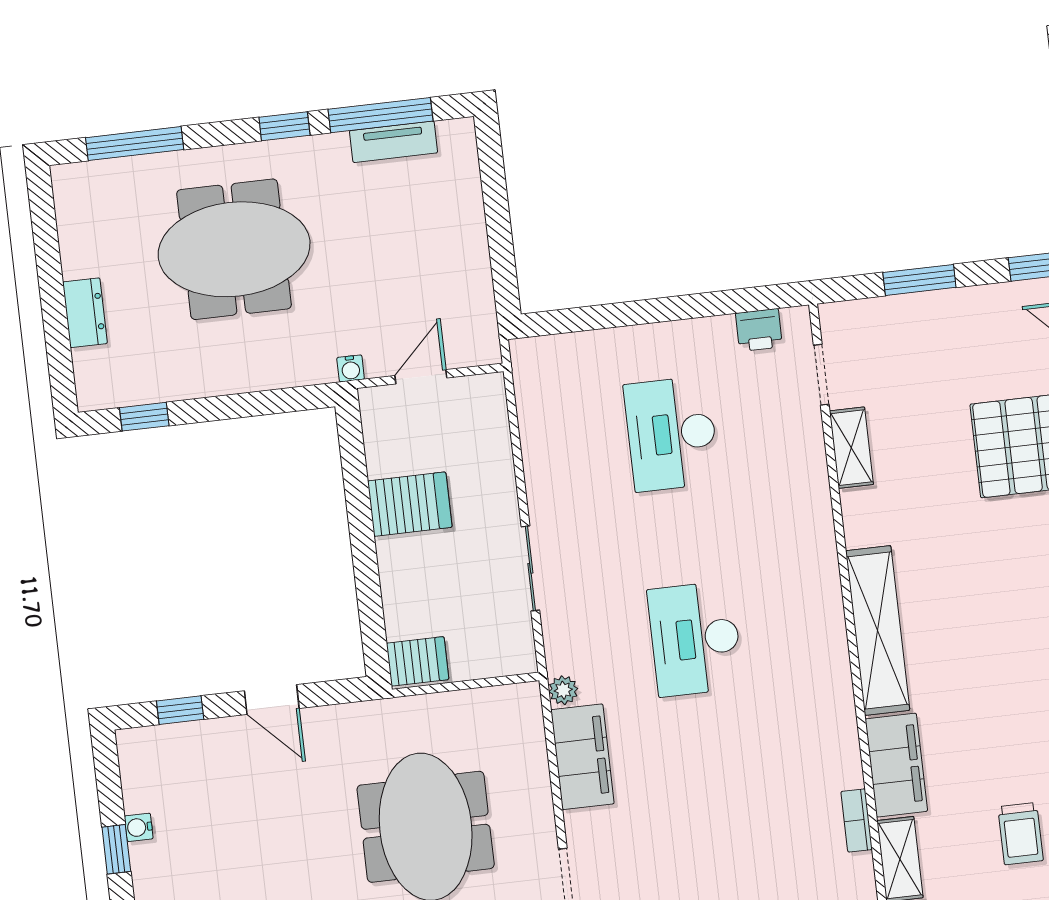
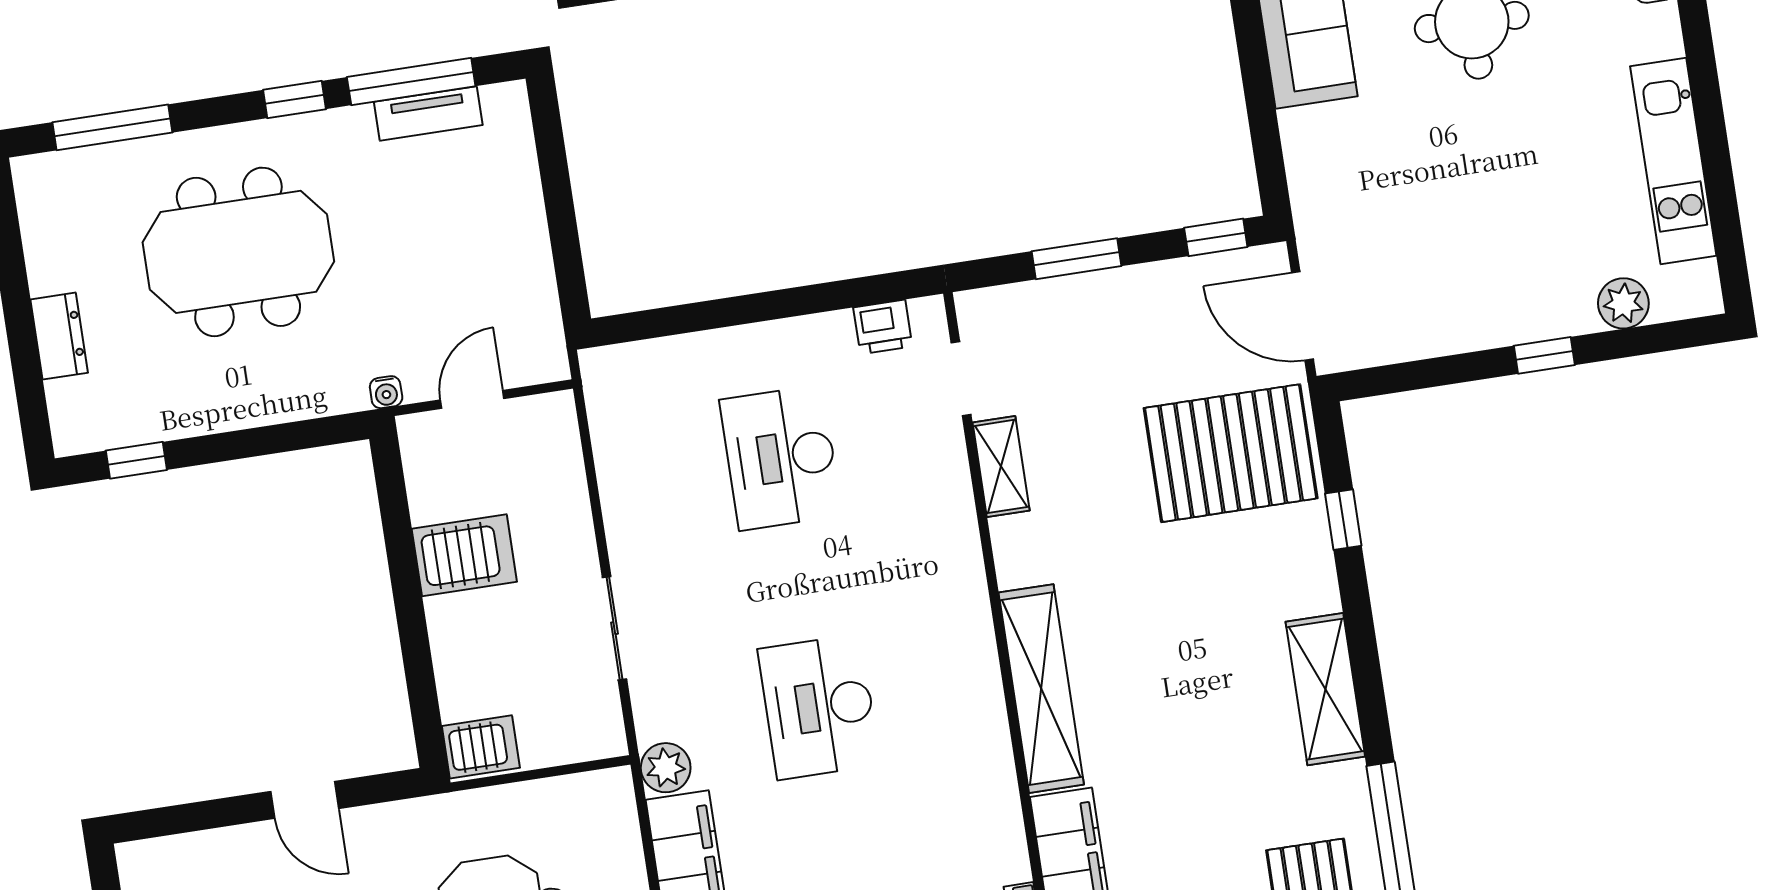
plant: (563, 690) -> (666, 768), width x1.38, depth x1.38
window: (180, 710) -> (193, 817), removed

